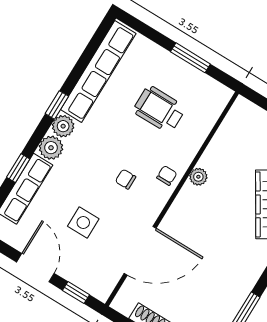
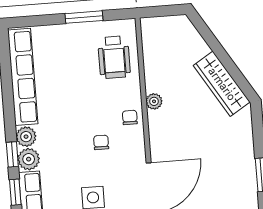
window: (57, 105) -> (12, 154), moved
wheelchair: (159, 109) -> (114, 57), moved, turned -90
chair: (126, 179) -> (101, 142), turned 90

